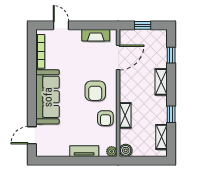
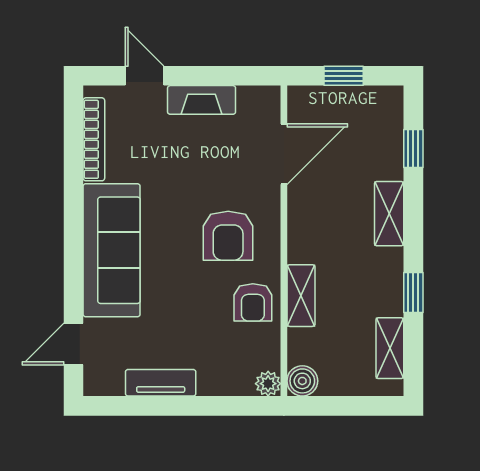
fireplace: (96, 35) -> (202, 100), moved
tv unit: (84, 151) -> (161, 383), moved

